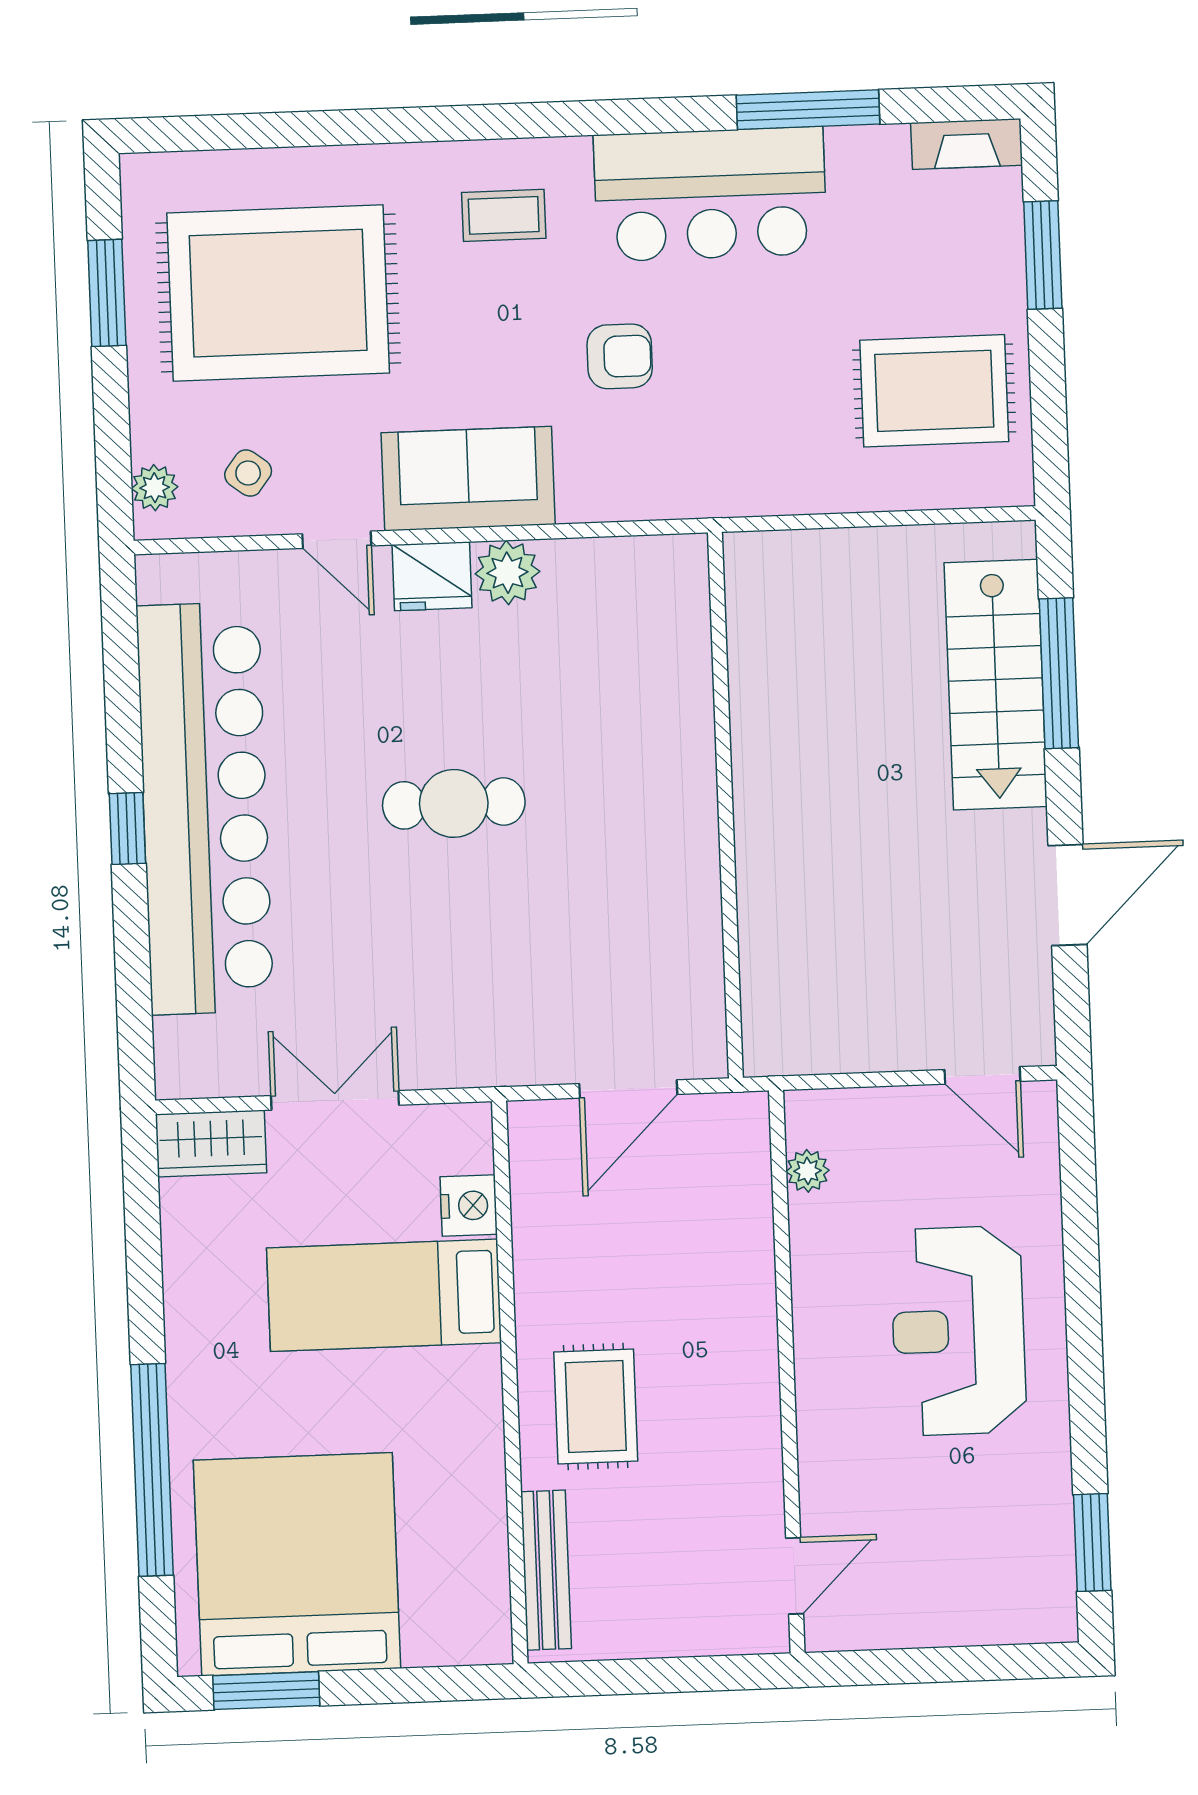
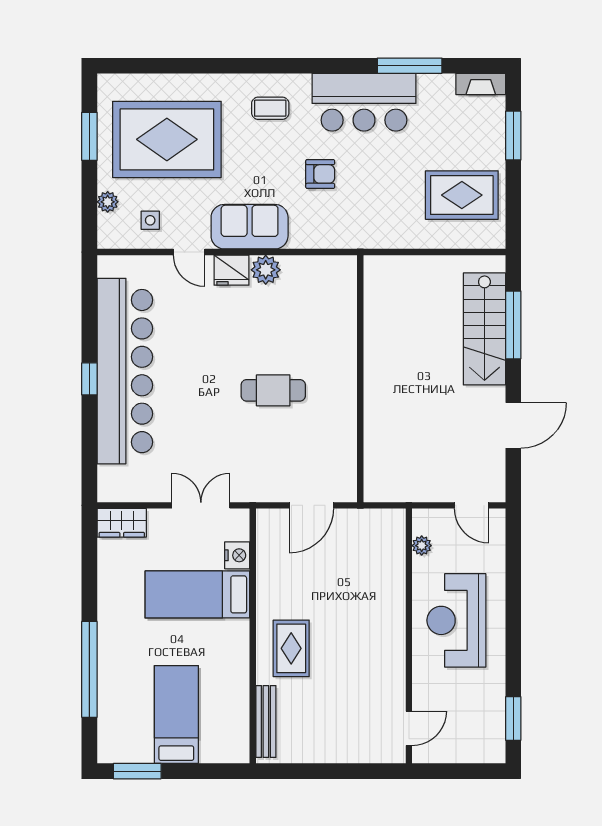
side table: (248, 473) -> (150, 220), turned -37
plant: (155, 488) -> (108, 202), moved
cafe table: (454, 803) -> (273, 390), moved
double door: (335, 1100) -> (201, 505), moved
plant: (808, 1171) -> (422, 546), moved
wall: (787, 1372) -> (409, 636), moved
bed: (297, 1564) -> (176, 715), width x0.49
door: (795, 1576) -> (409, 728), moved

